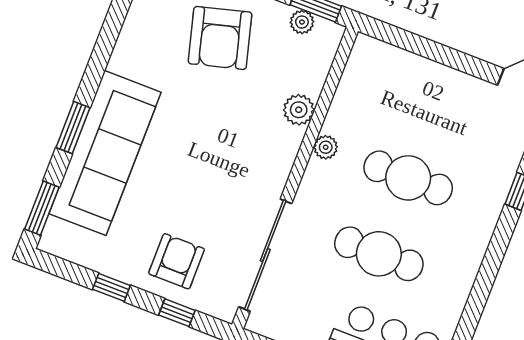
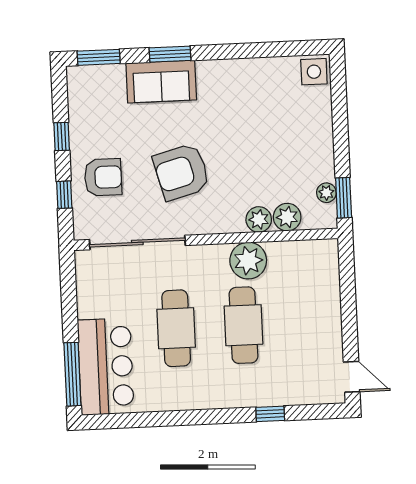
armchair: (220, 38) -> (182, 172), moved
plant: (310, 77) -> (287, 217), added
plant: (326, 147) -> (248, 261), width x1.88, depth x1.88
sofa: (105, 153) -> (161, 82), width x0.54, depth x0.79

